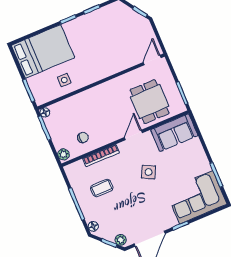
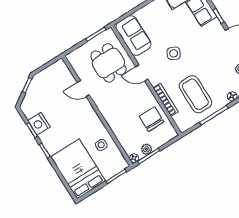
nightstand: (97, 18) -> (39, 124), added
door: (152, 60) -> (83, 89), moved
dining table: (150, 102) -> (108, 63), turned 90
chair: (83, 137) -> (152, 119), width x1.87, depth x1.87
plant: (63, 154) -> (147, 149), moved
coffee table: (102, 188) -> (195, 94), width x1.86, depth x1.72

